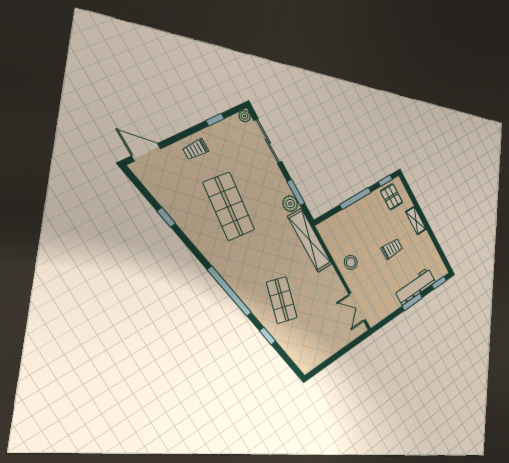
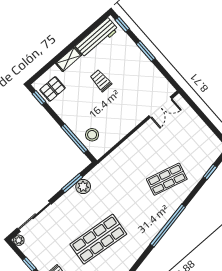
window: (355, 198) -> (74, 138), moved
shelving: (310, 240) -> (111, 163), removed
stool: (351, 262) -> (92, 135), moved
workbench: (415, 286) -> (97, 38), moved, turned -90
window: (267, 336) -> (210, 172), moved

